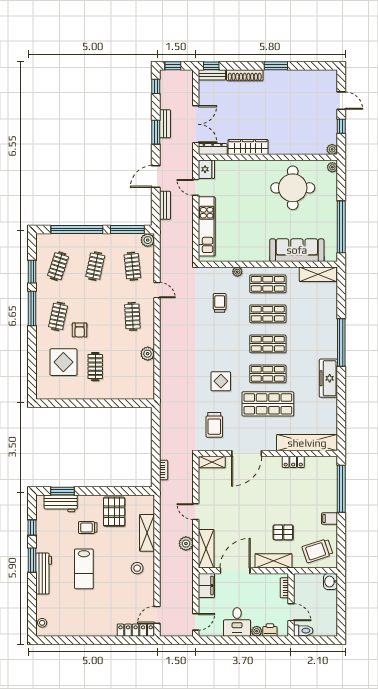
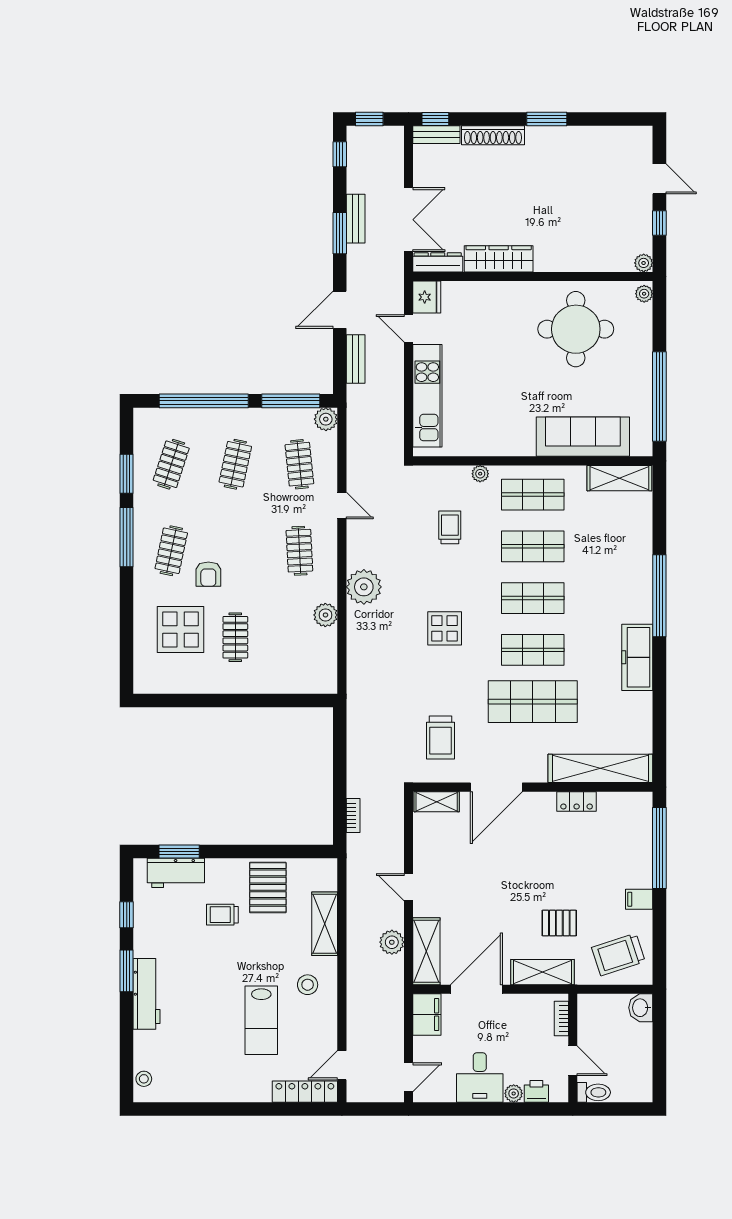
plant: (170, 337) -> (364, 587), added
display table: (221, 381) -> (445, 628), moved
lab bench: (84, 569) -> (261, 1020), moved

